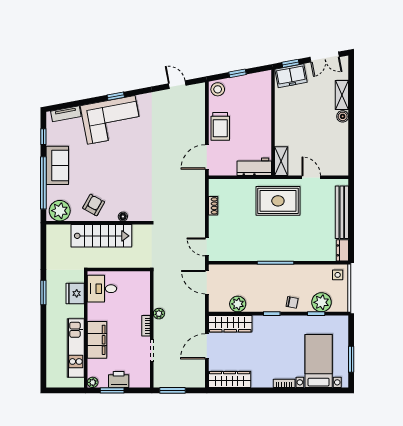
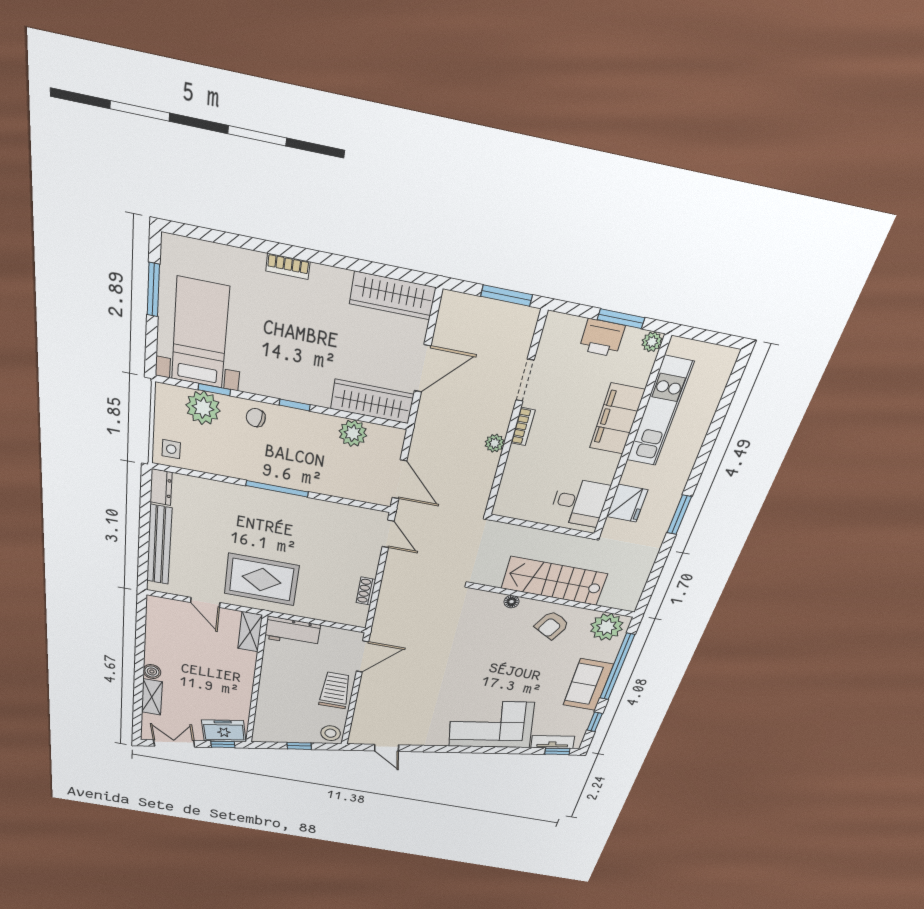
window: (116, 96) -> (557, 751), moved
bed with nightstands: (319, 361) -> (200, 334), moved, turned 180

